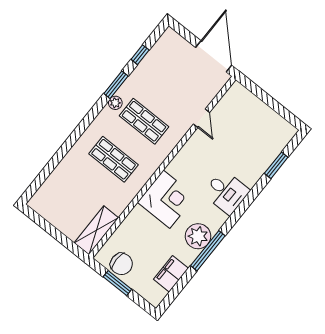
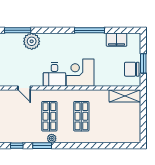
door: (202, 118) -> (24, 88), swing flipped
window: (276, 165) -> (18, 30), width x1.44
desk: (226, 192) -> (54, 74), moved, turned 180
plant: (198, 236) -> (32, 41), moved
chair: (121, 264) -> (132, 69), turned -90

